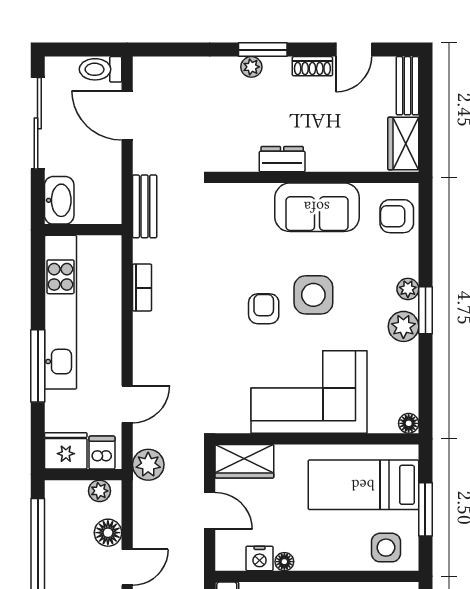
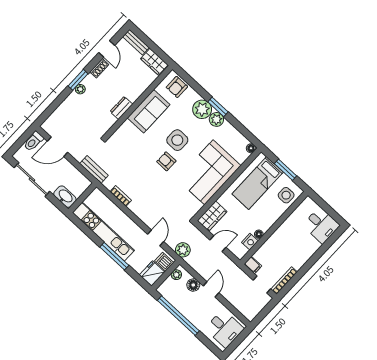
plant: (408, 289) -> (202, 109), width x1.87, depth x1.87

